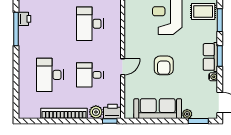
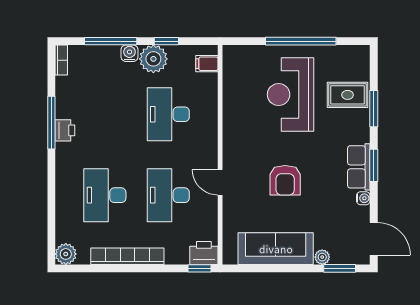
printer: (25, 19) -> (65, 130), moved
door: (123, 67) -> (220, 182), swing flipped
desk: (90, 75) -> (168, 195), width x1.37
plant: (96, 112) -> (66, 254), moved

